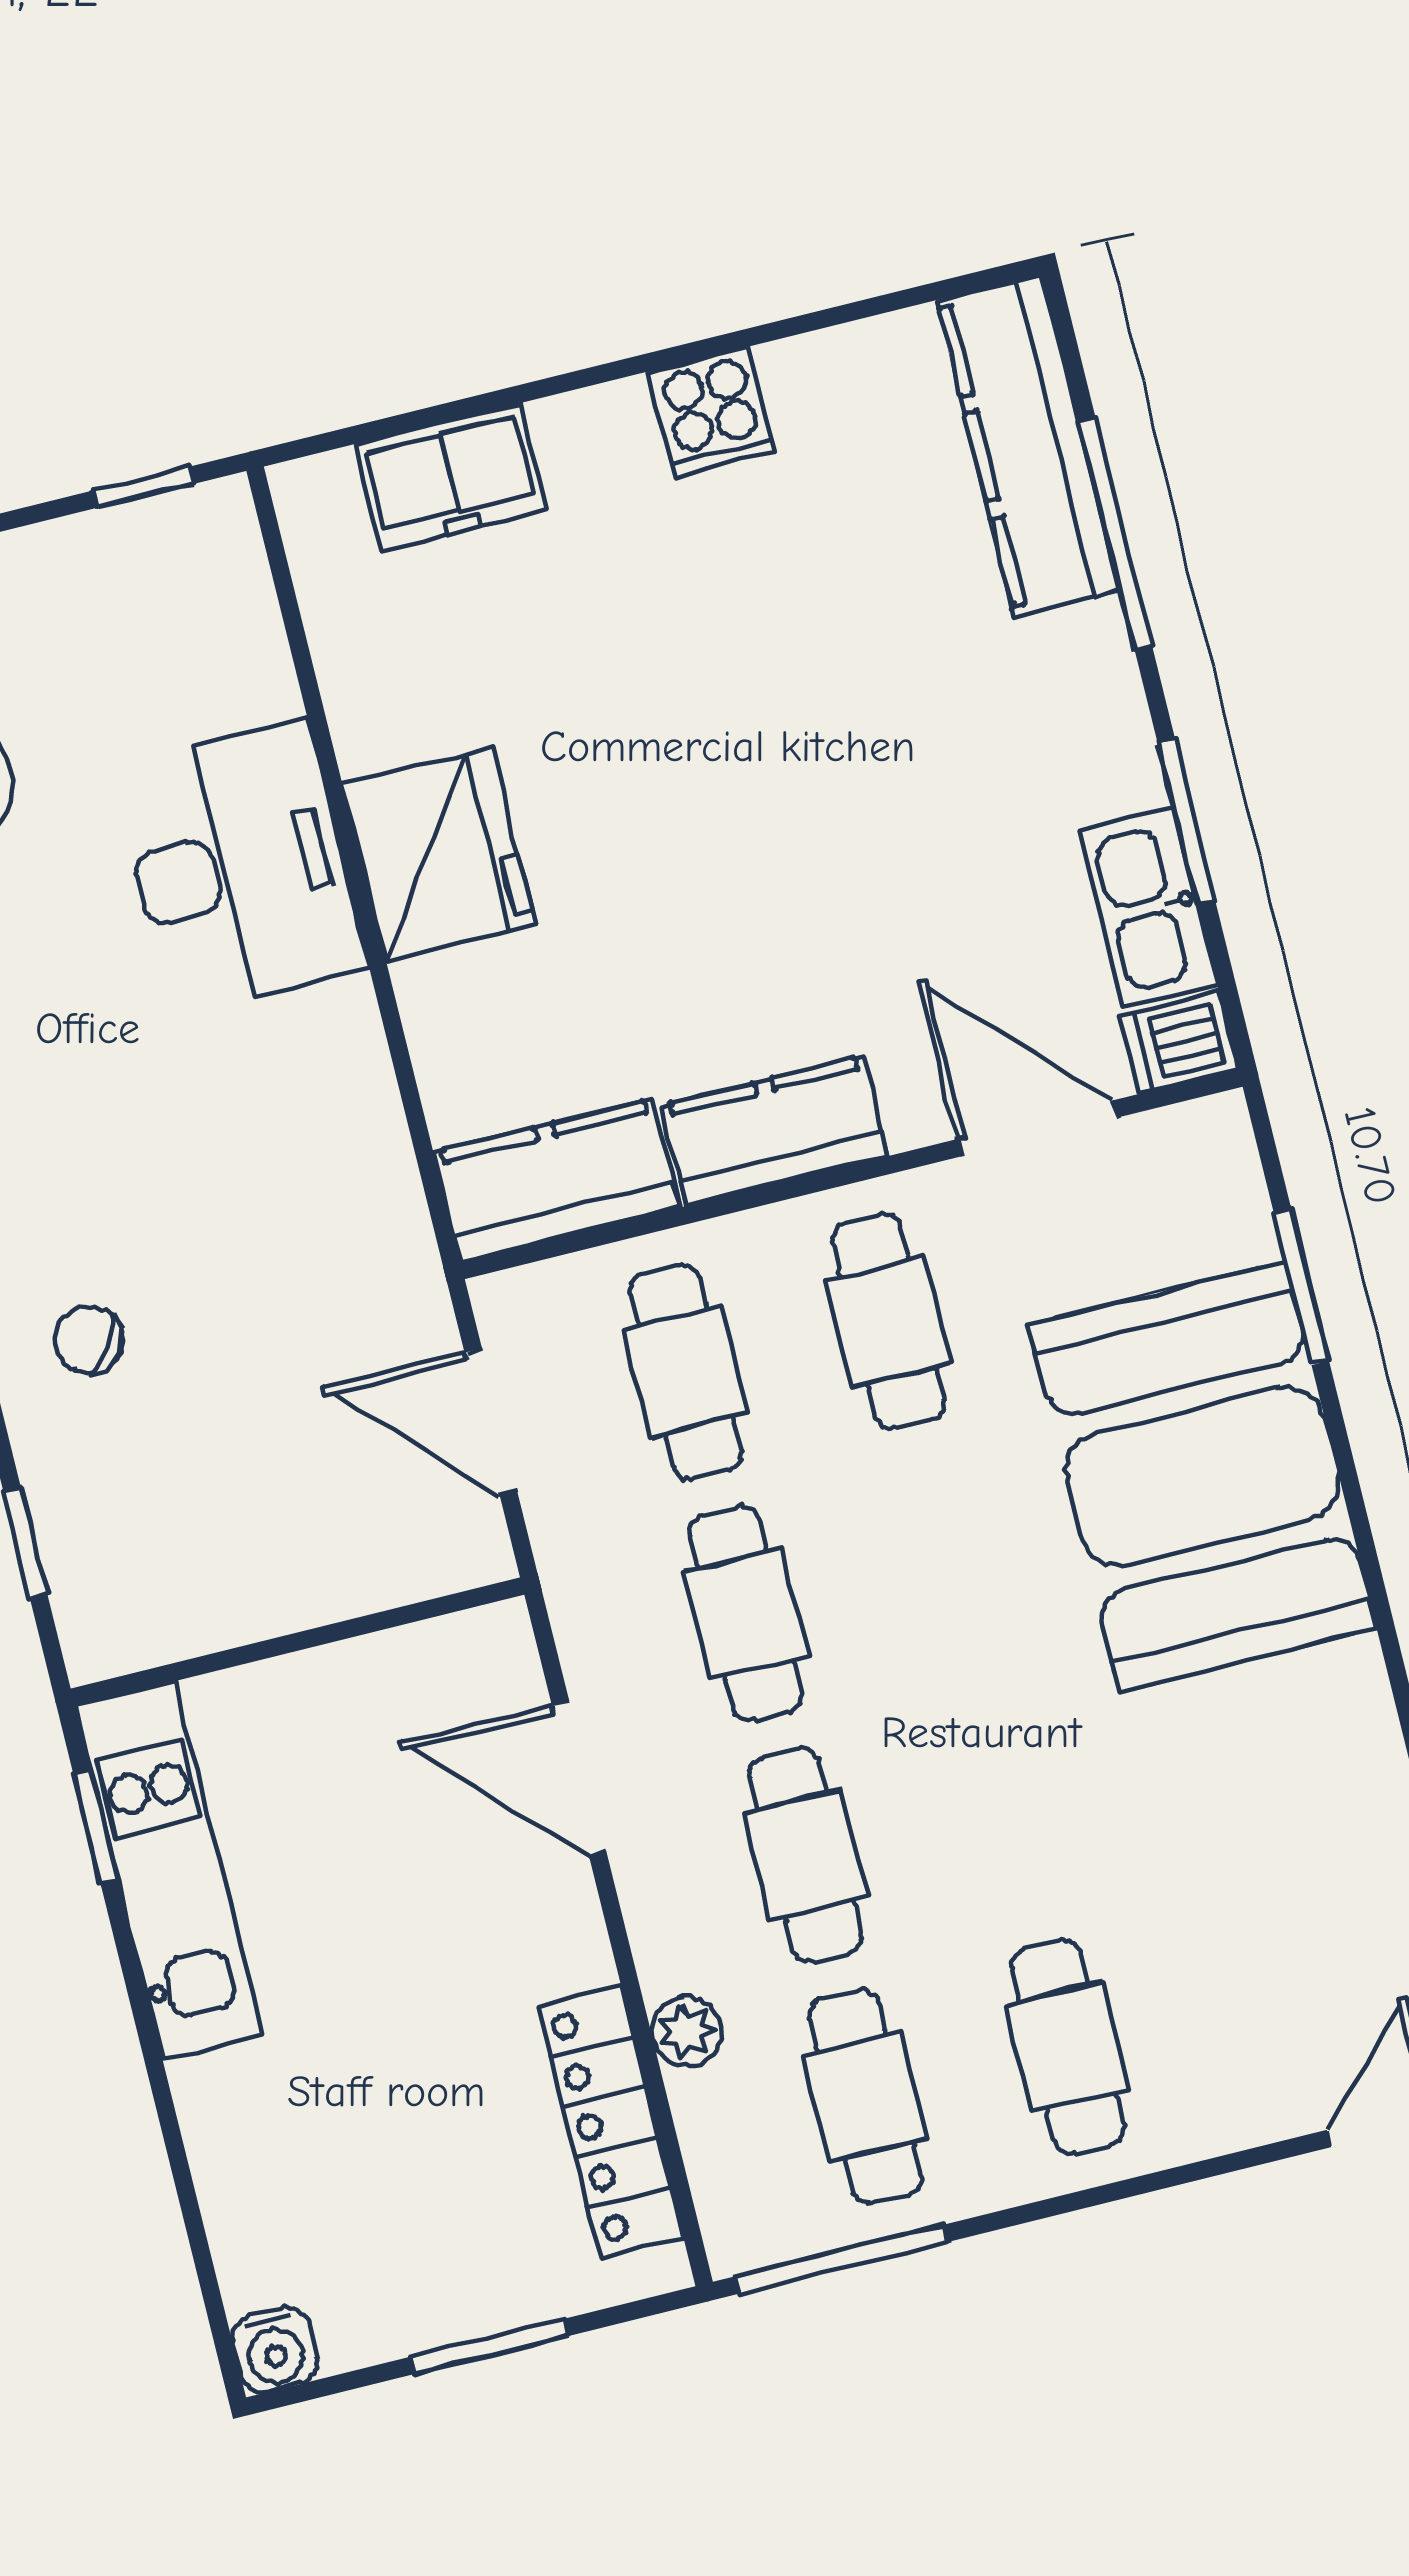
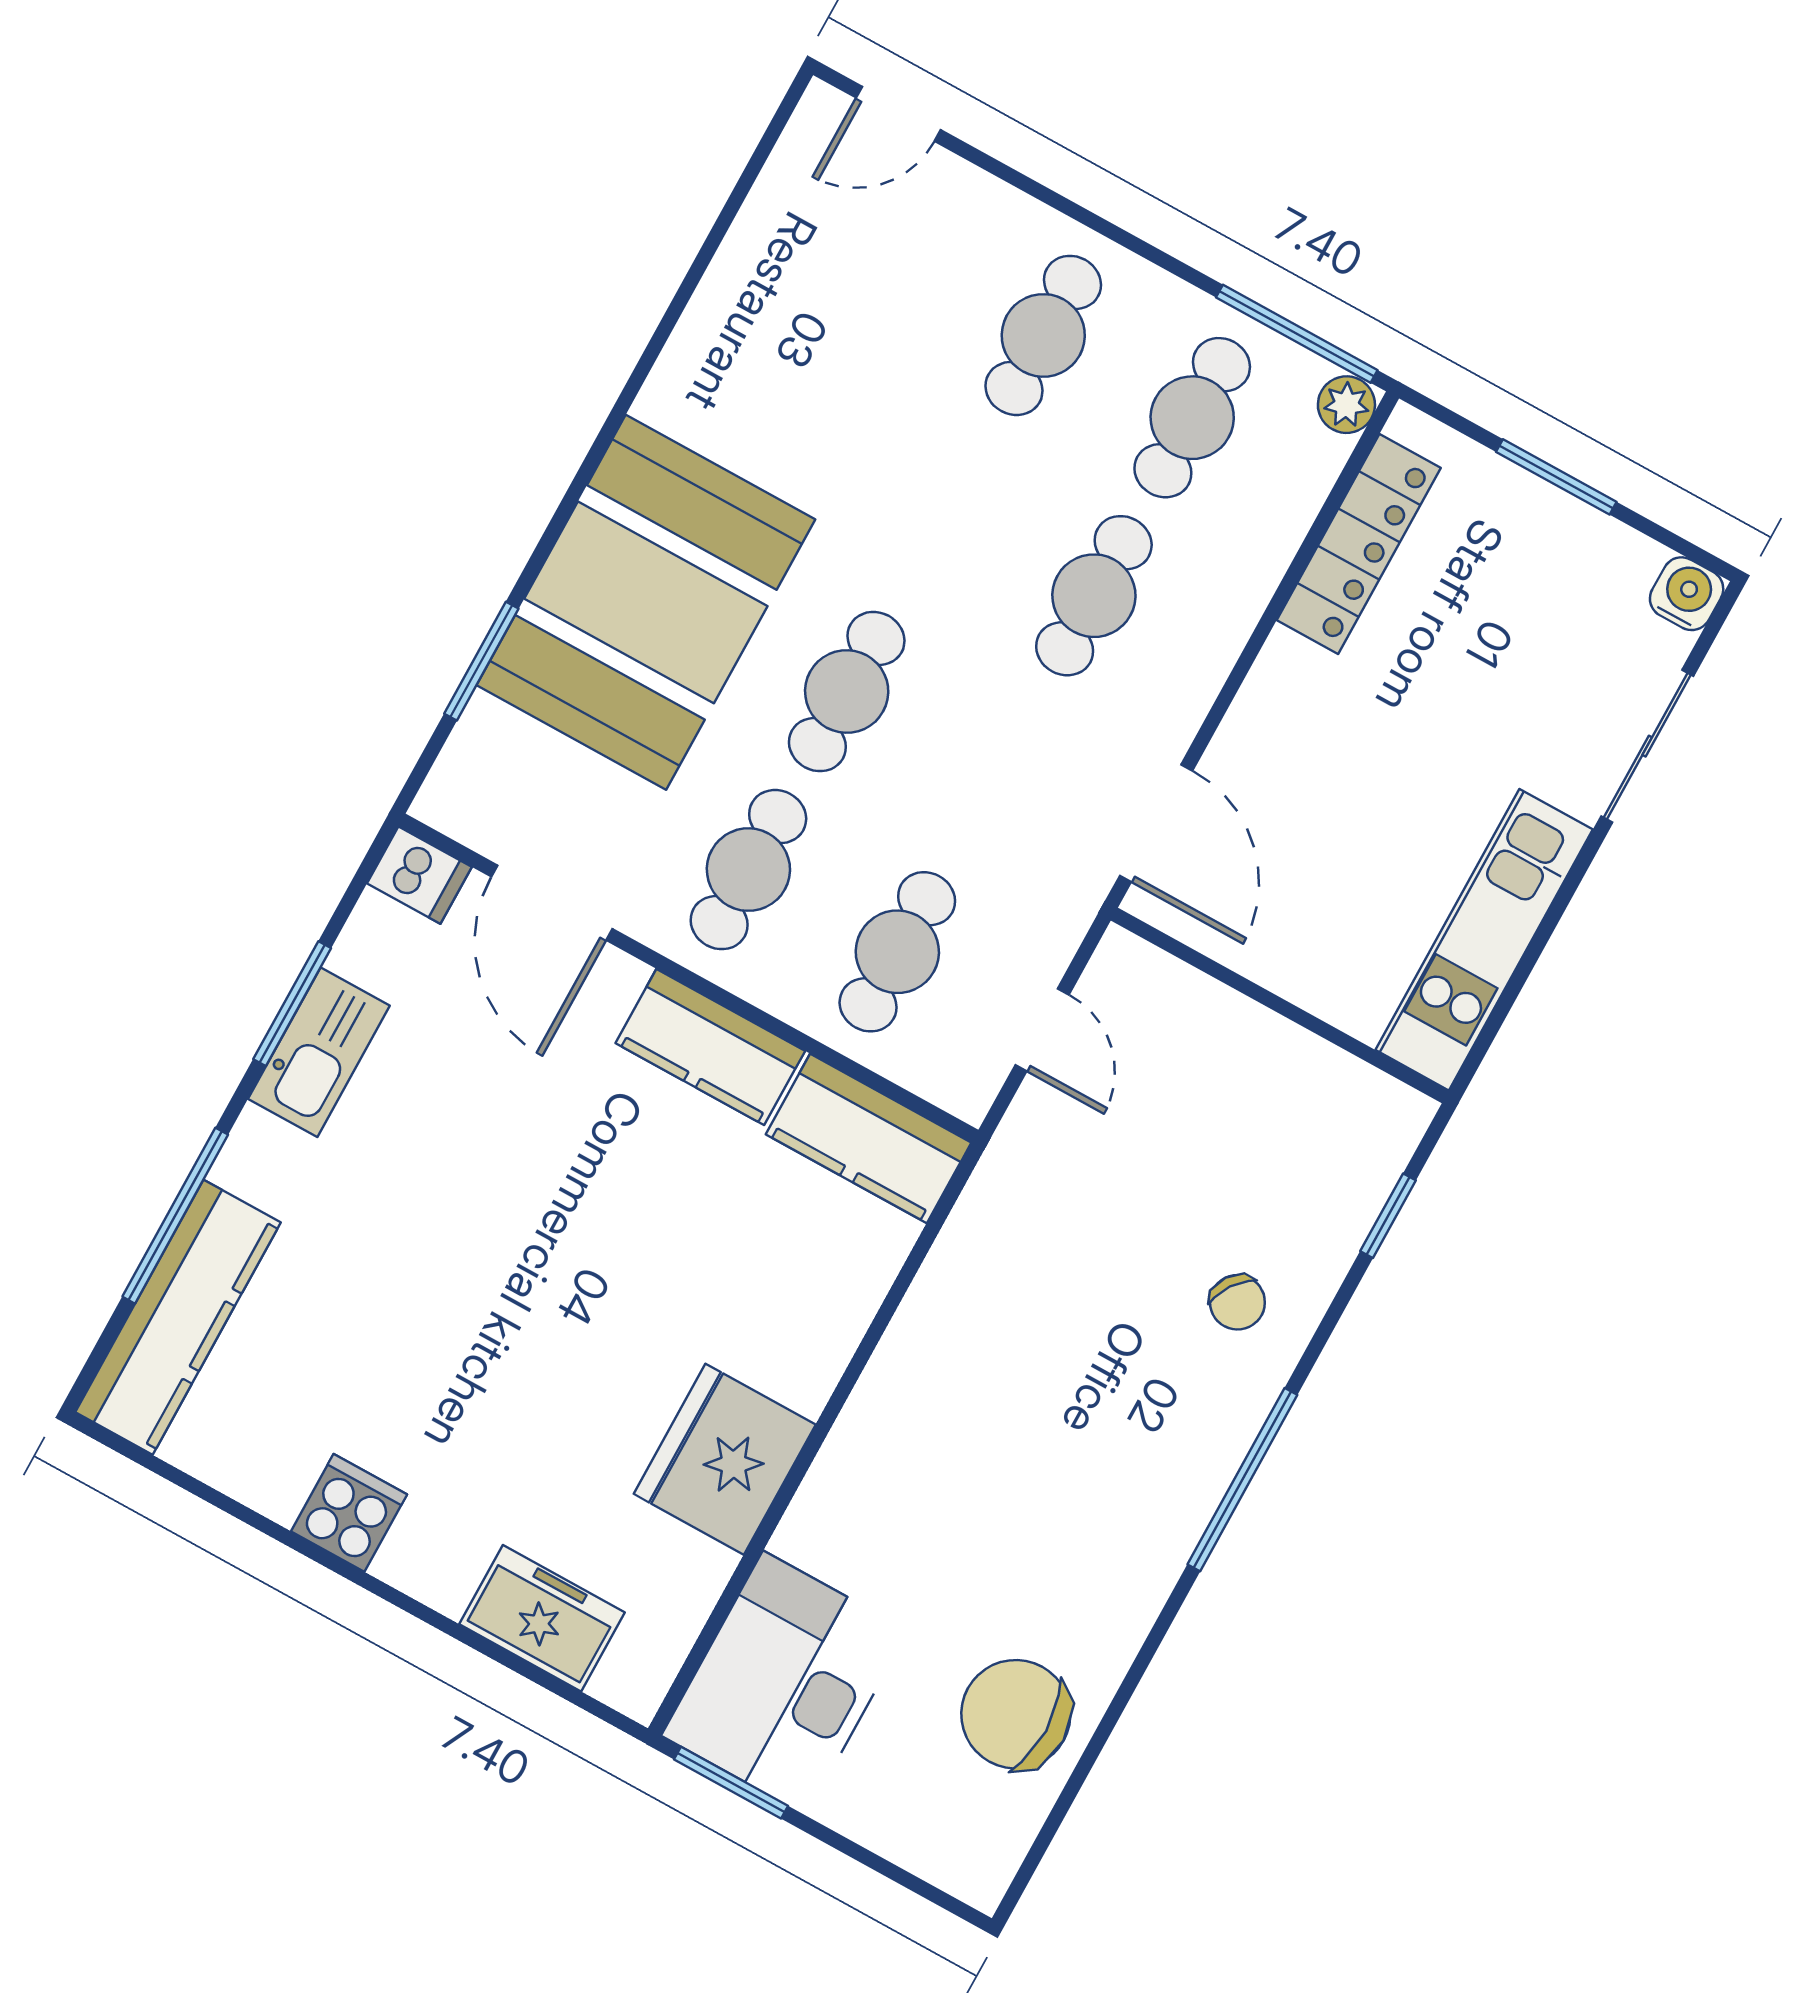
window: (144, 487) -> (731, 1783), width x1.50
fridge: (439, 854) -> (725, 1459), moved
desk: (239, 867) -> (785, 1683), moved
kitchen sink: (1148, 908) -> (319, 1052), moved
door: (491, 1422) -> (1042, 1030), width x0.73
cafe table: (746, 1613) -> (847, 692), moved
door: (579, 1779) -> (1156, 823), moved
window: (96, 1827) -> (1504, 1006), removed
plant: (687, 2031) -> (1346, 405), moved
sliding door: (183, 2180) -> (1647, 746), added

